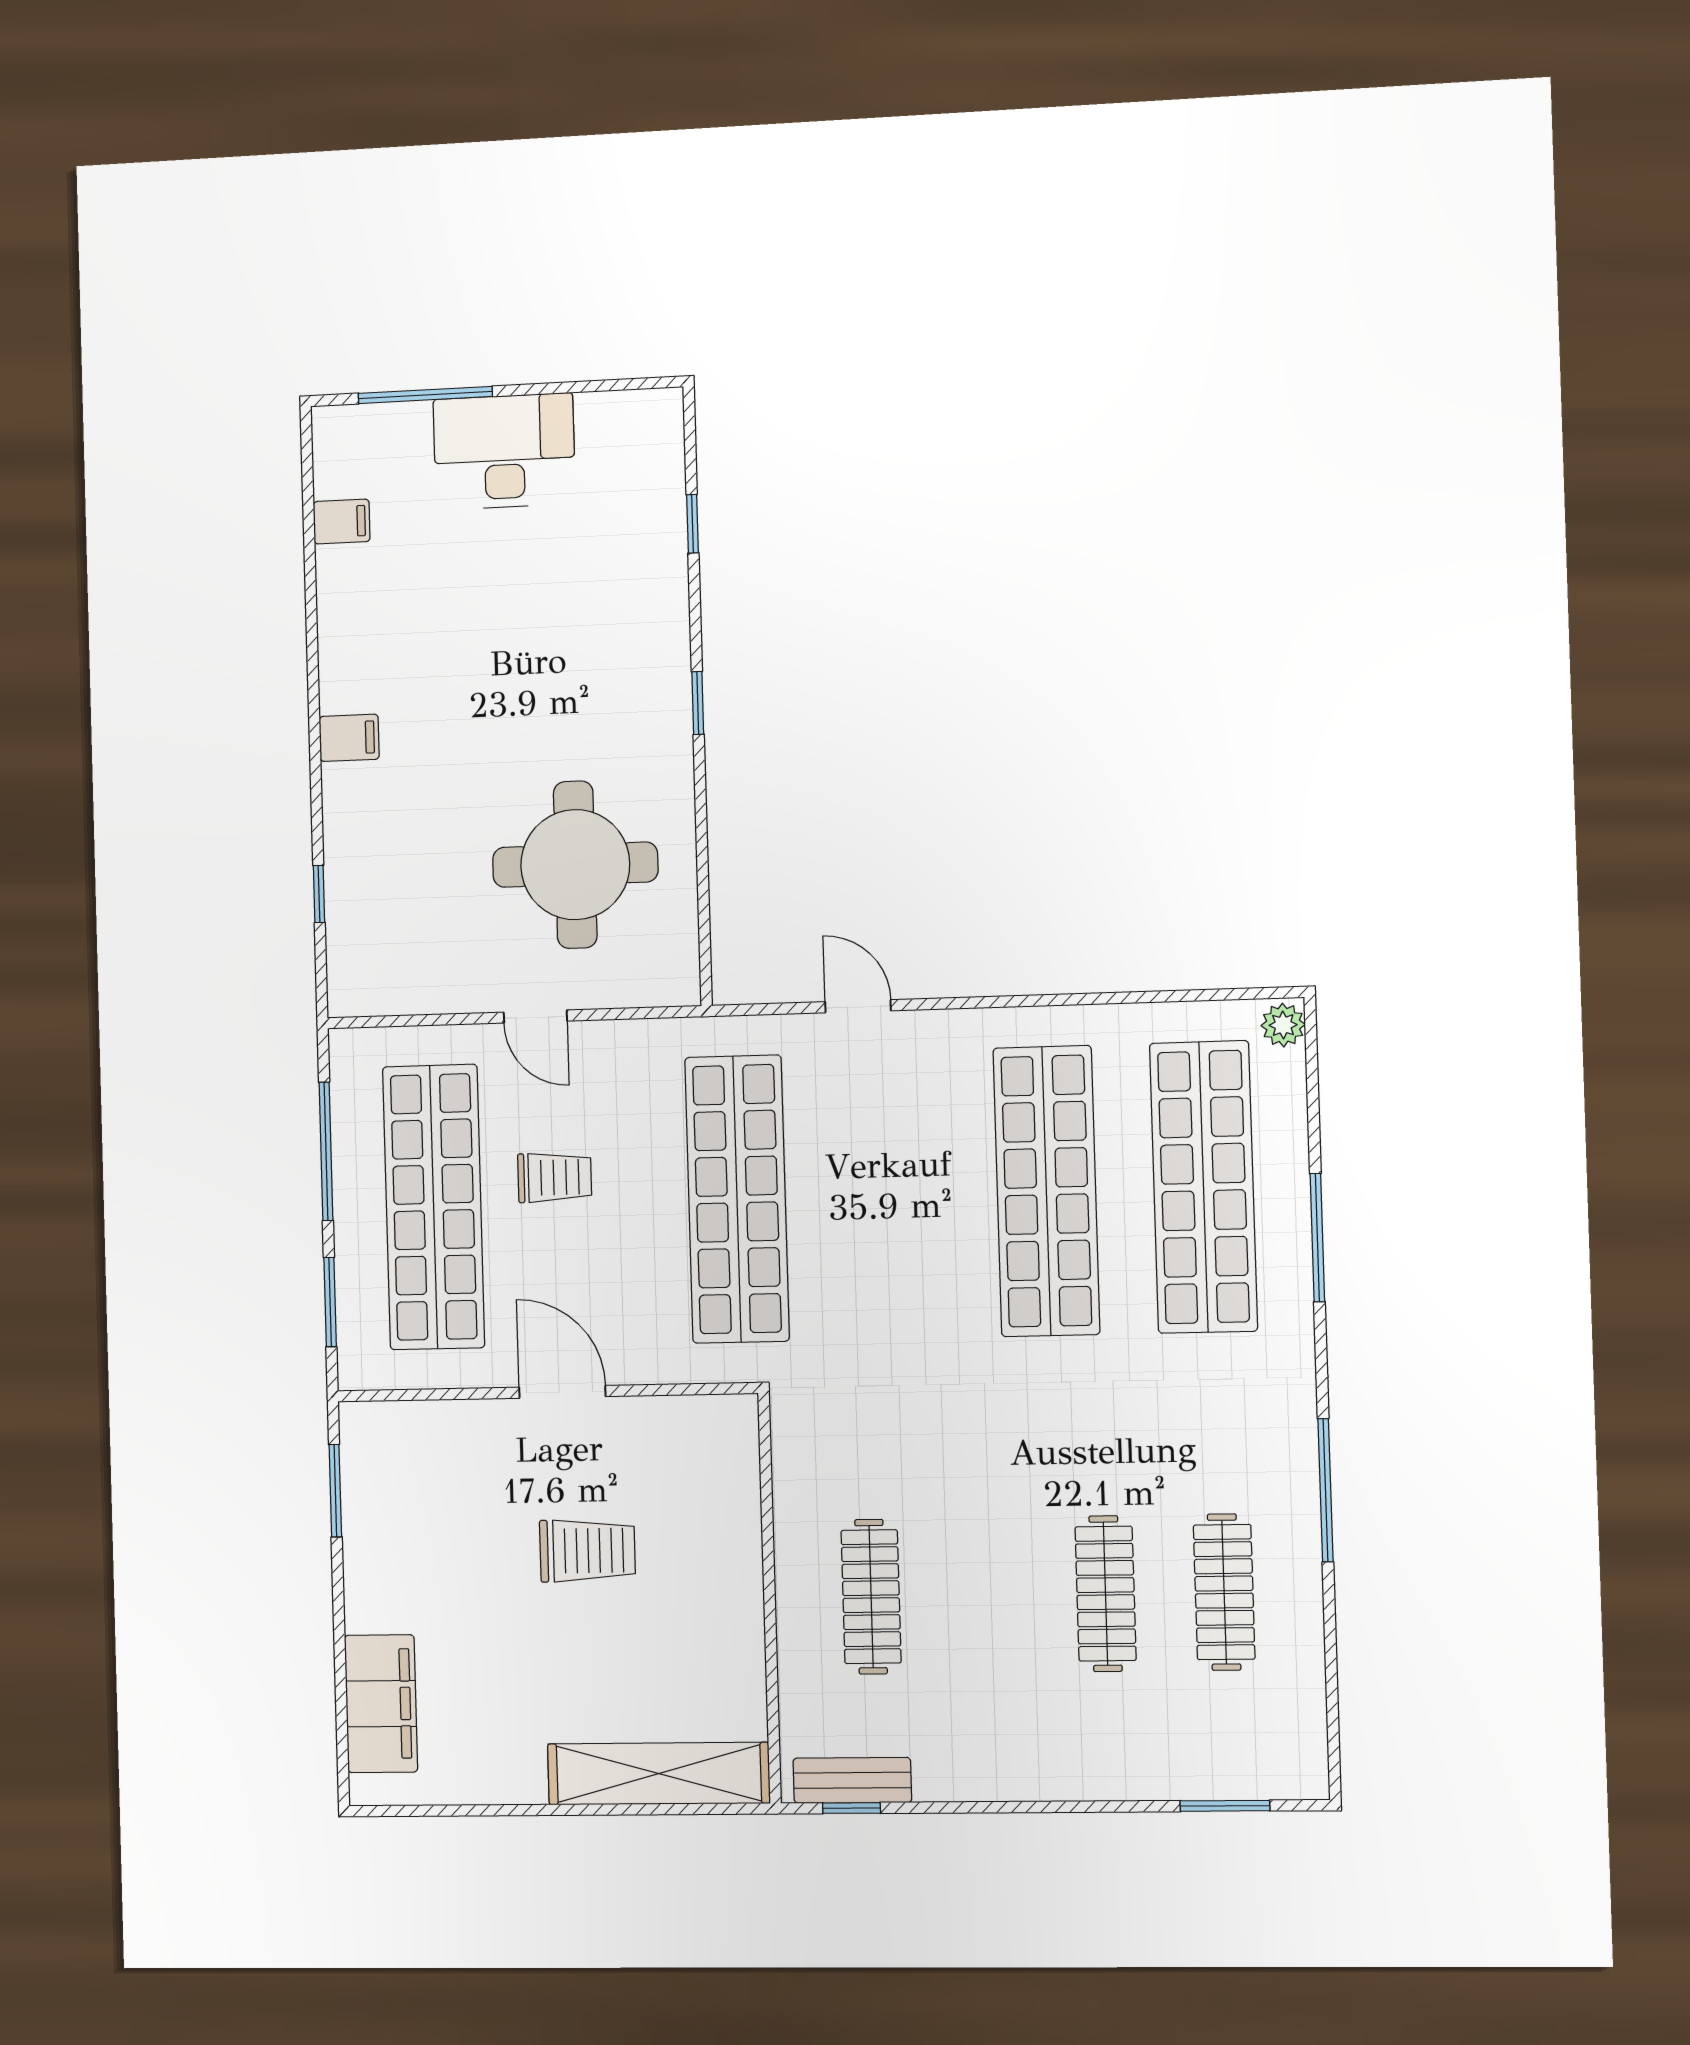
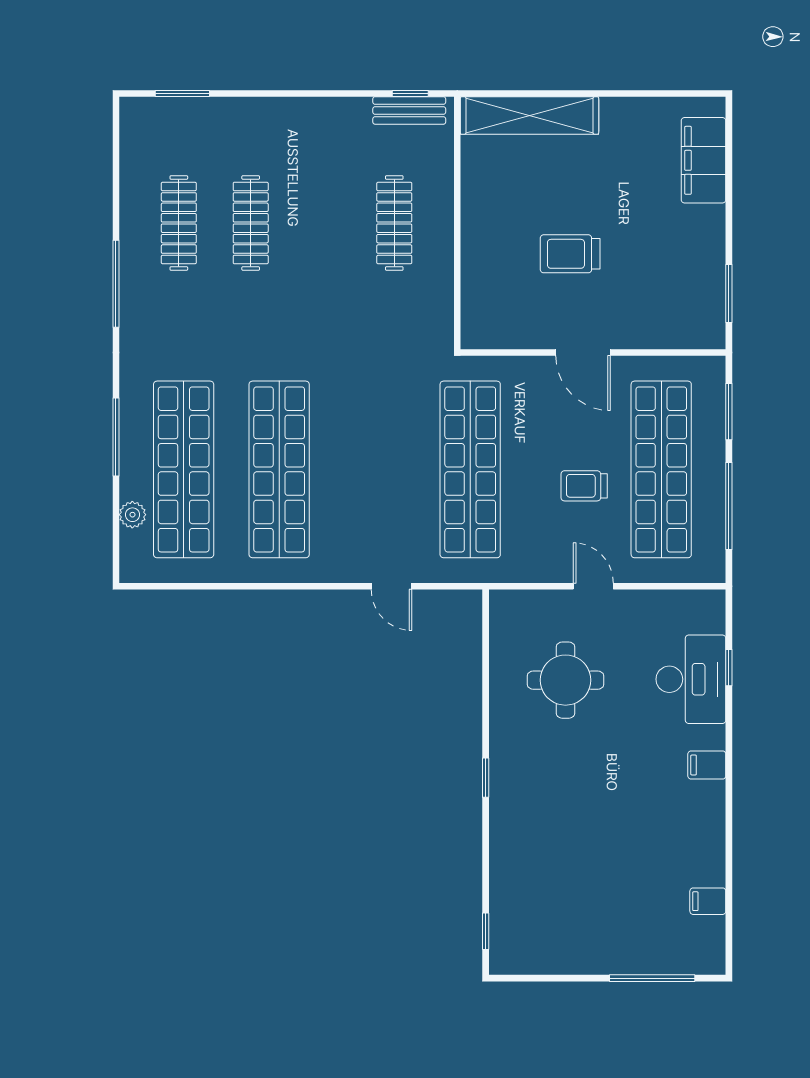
desk: (504, 451) -> (691, 679), moved, turned -90
window: (693, 524) -> (486, 931), moved
round table: (575, 865) -> (565, 680), width x0.73, depth x0.73
plant: (1283, 1025) -> (132, 515), moved

